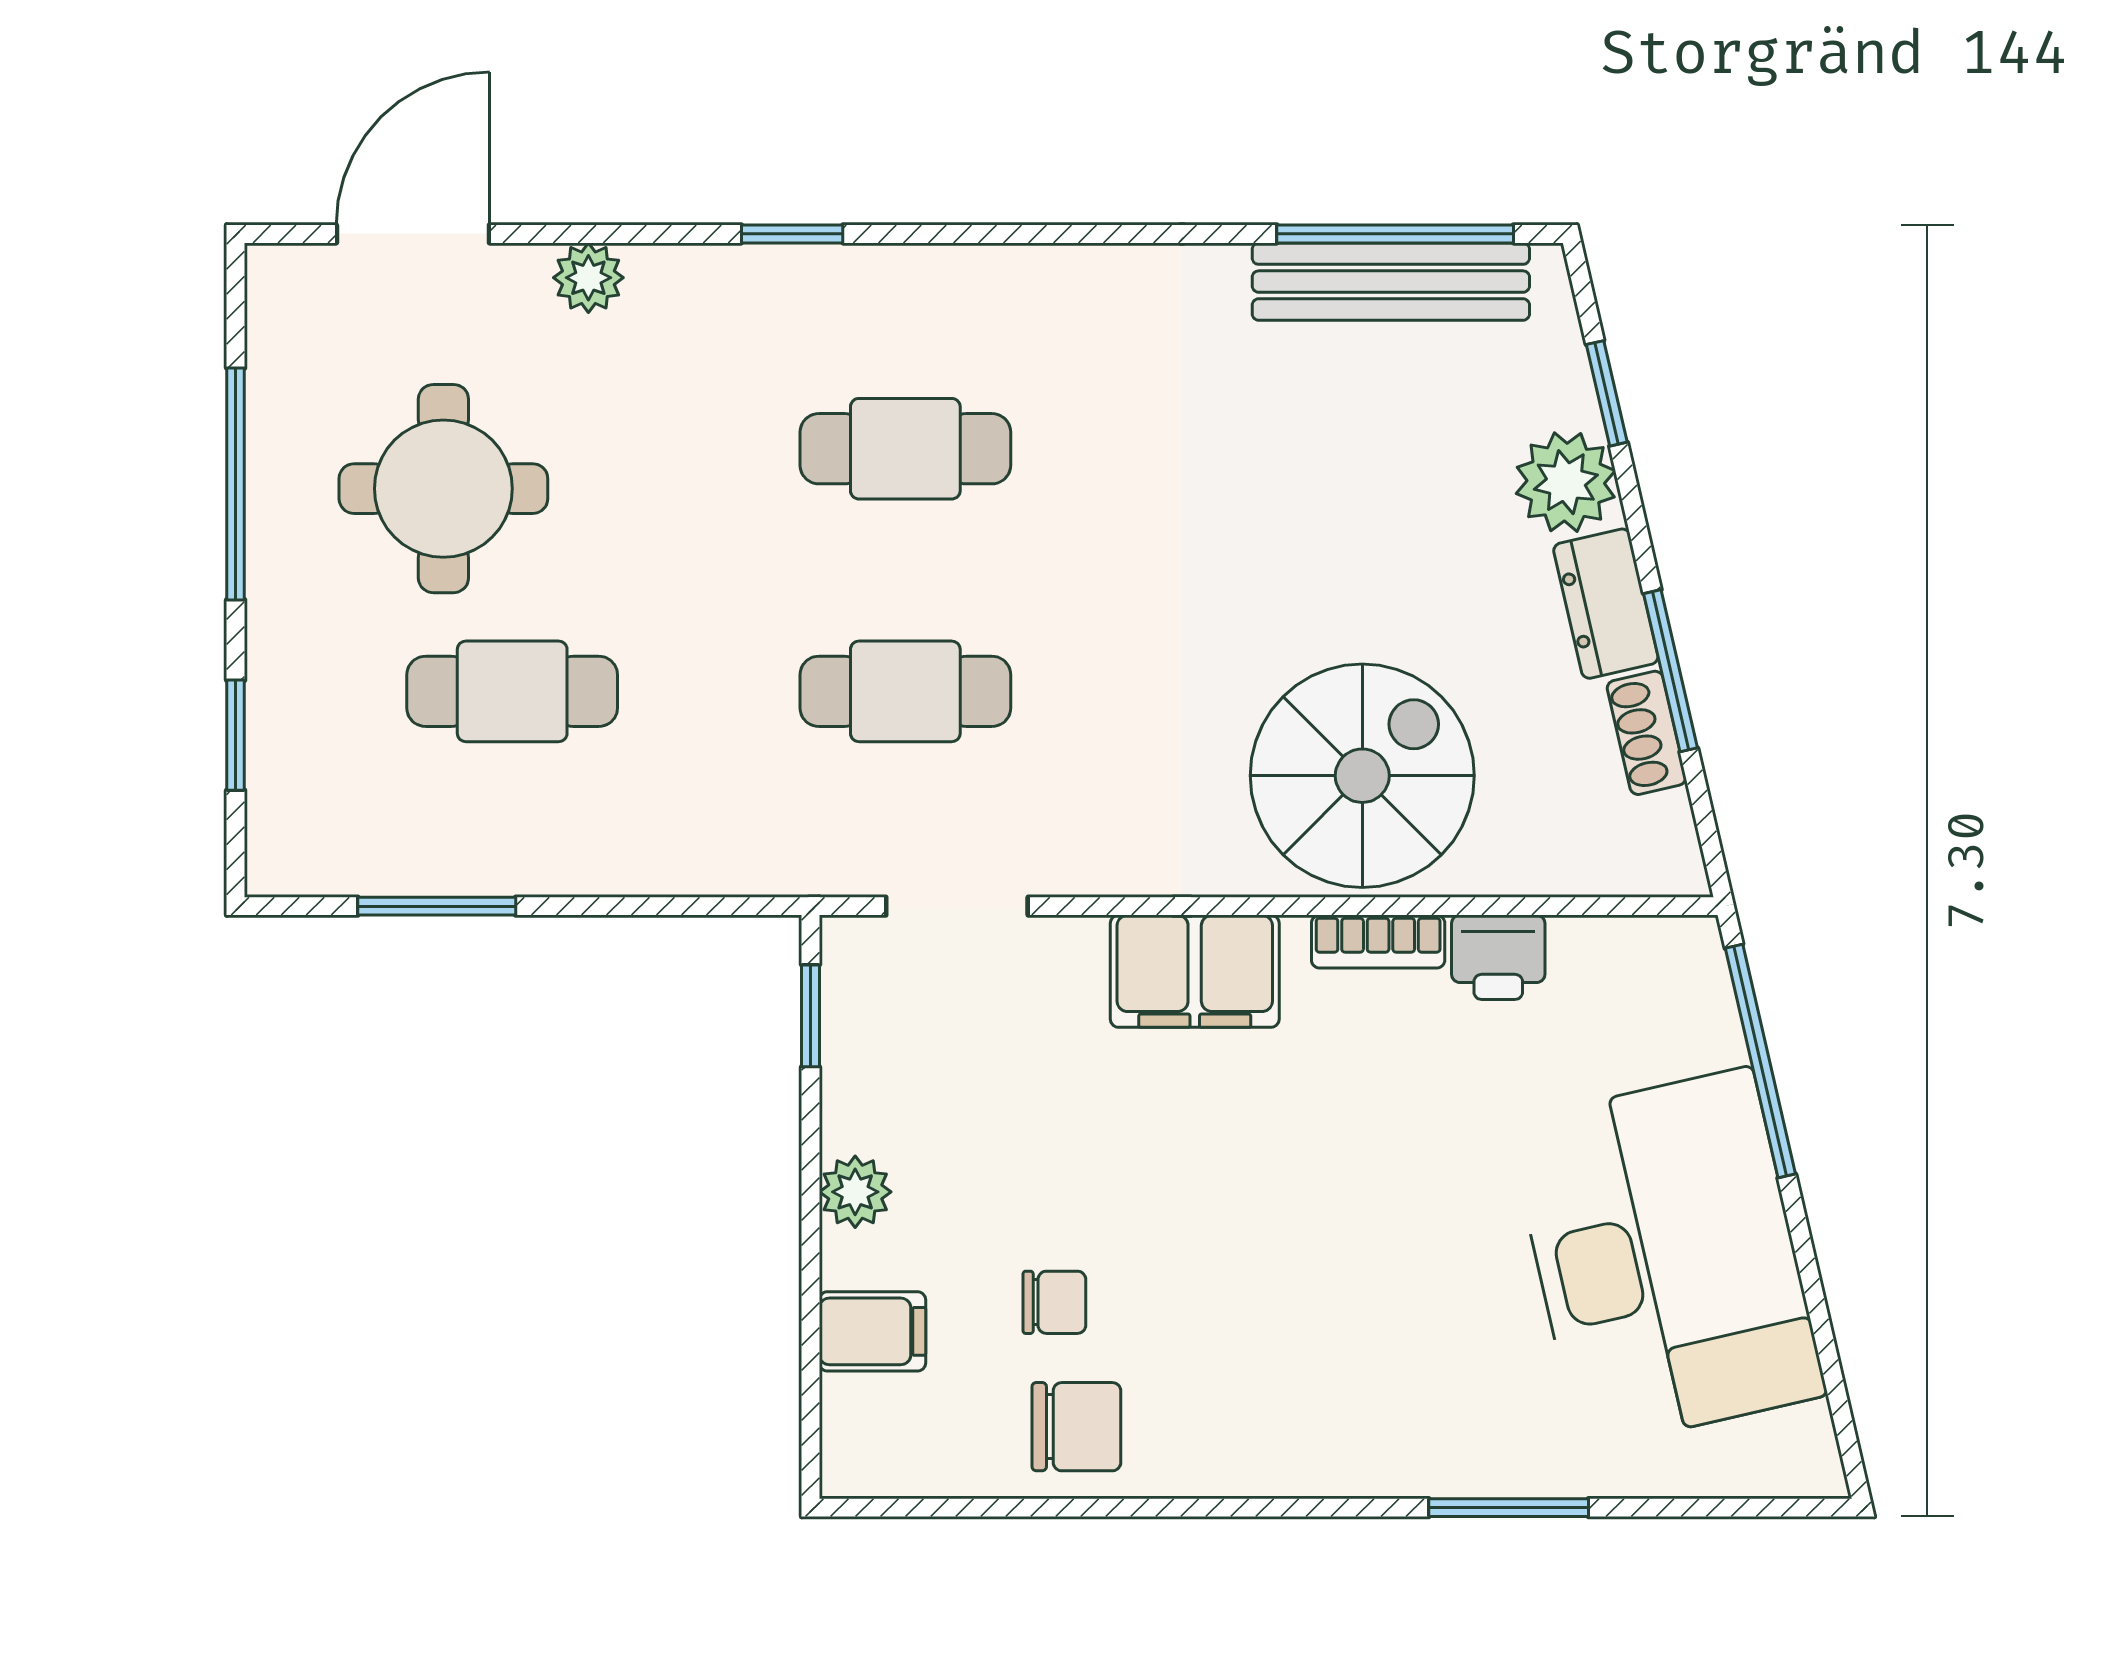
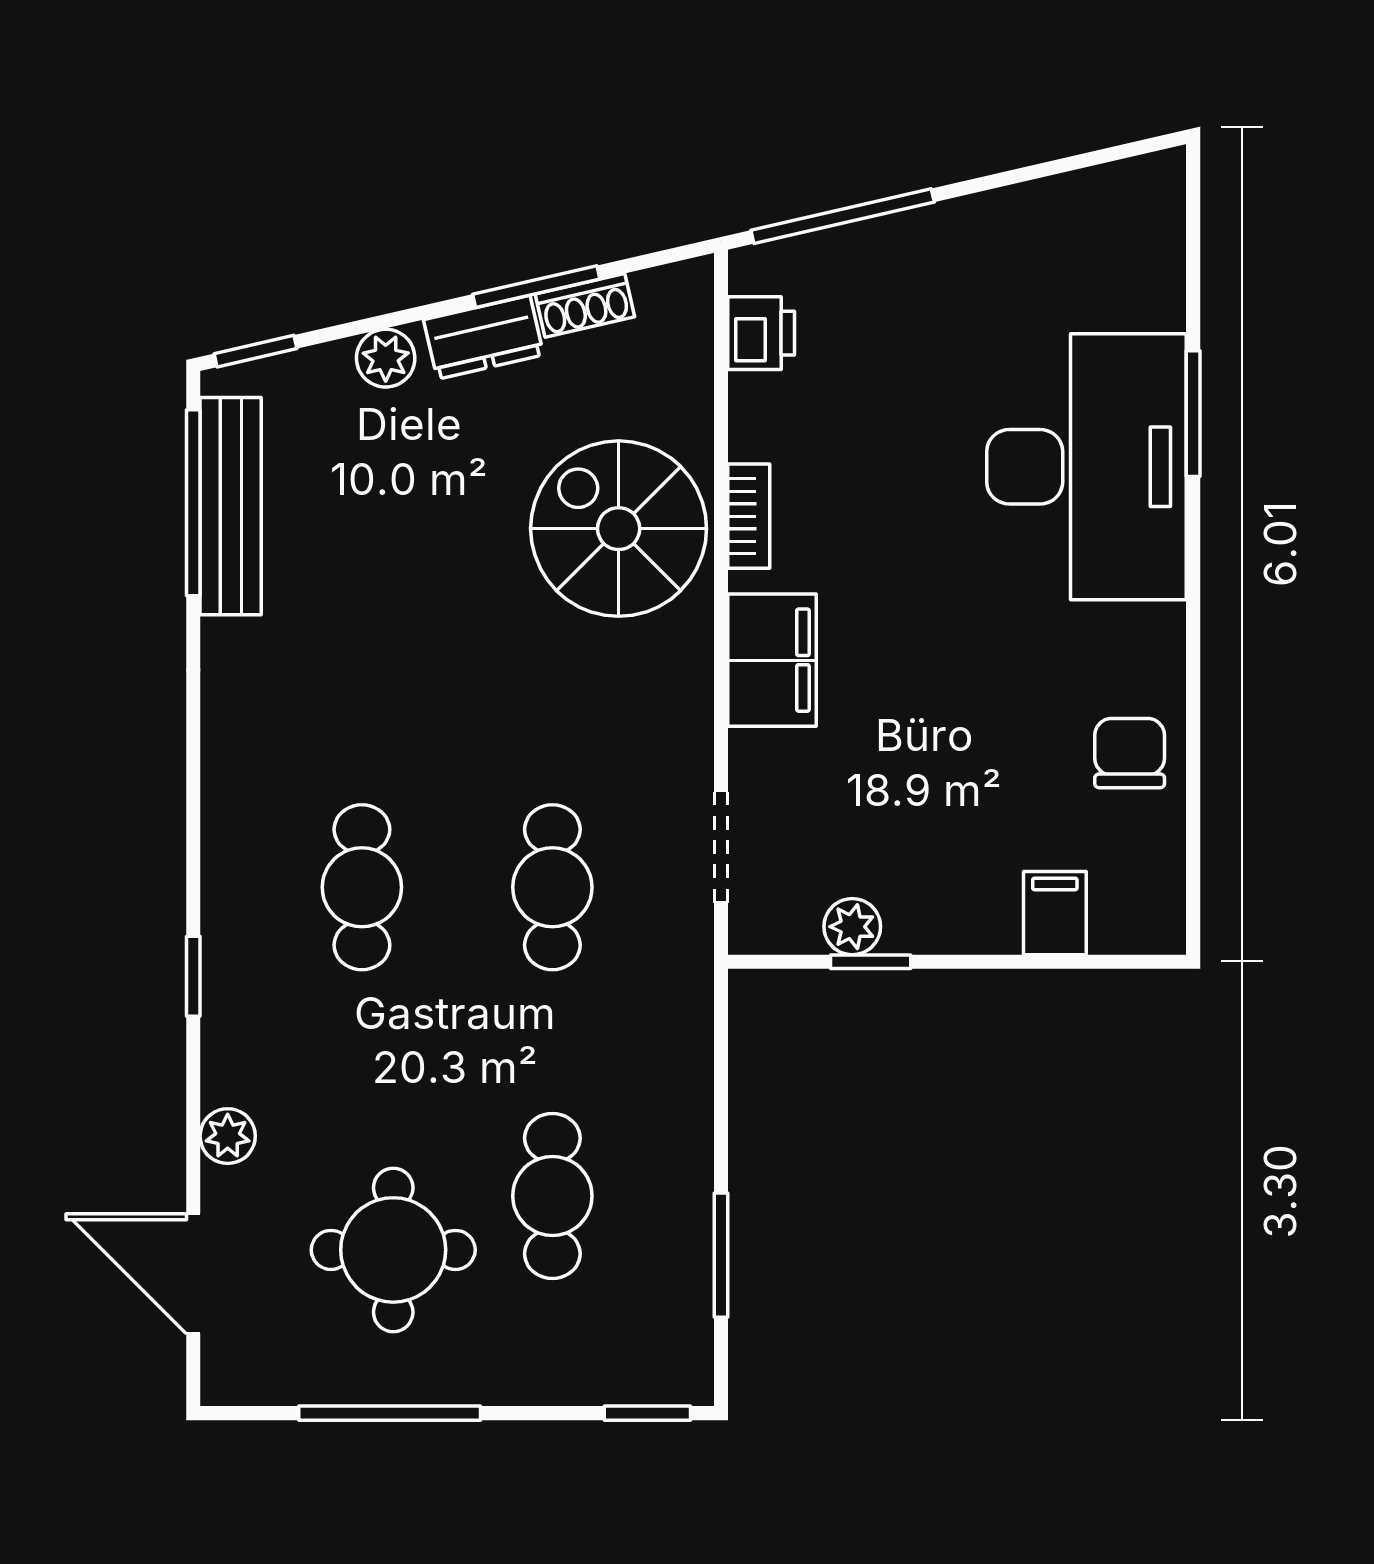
window: (1607, 393) -> (256, 351), moved
plant: (1566, 482) -> (386, 358), width x0.73, depth x0.73
window: (236, 735) -> (647, 1413), moved
printer: (1498, 957) -> (761, 333), moved
window: (810, 1016) -> (871, 962), moved
plant: (855, 1192) -> (852, 927), moved
desk: (1666, 1259) -> (1087, 467), moved, turned 103
chair: (1054, 1302) -> (1032, 770), removed

